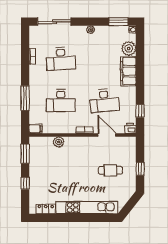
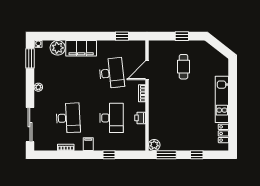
window: (25, 98) -> (109, 155), width x0.46
printer: (130, 128) -> (140, 118), moved
filing cabinet: (35, 129) -> (88, 144), moved
plant: (59, 142) -> (154, 145), moved
kitchen unit: (87, 207) -> (222, 99), width x0.73

